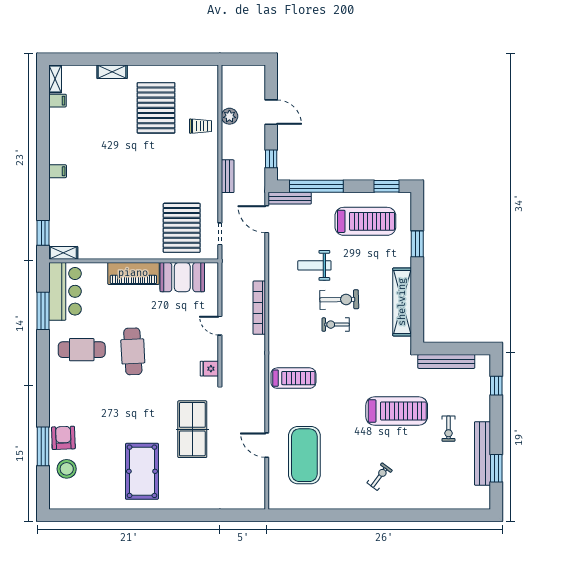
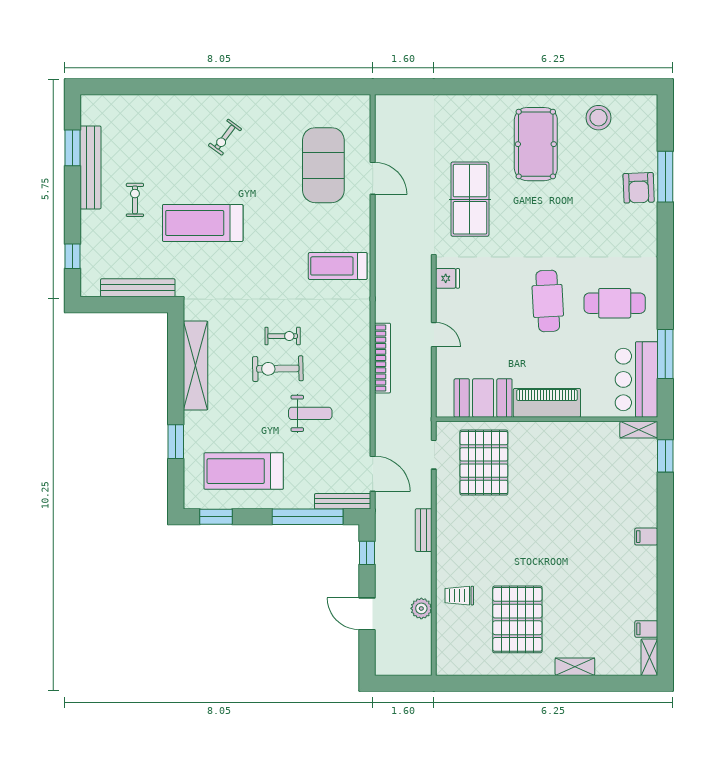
stool: (67, 469) -> (598, 118), moved

